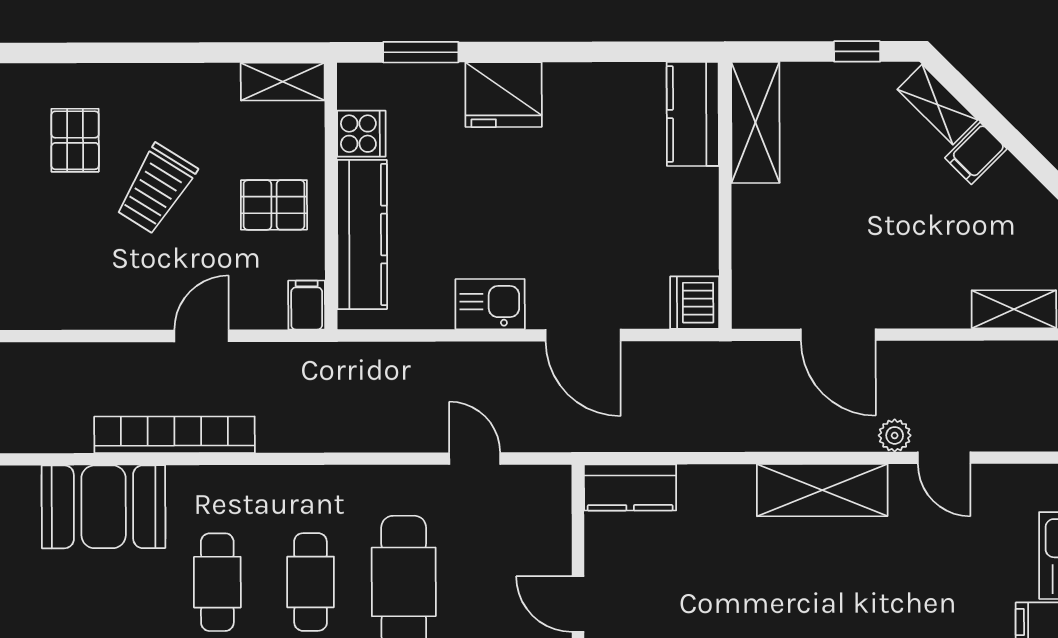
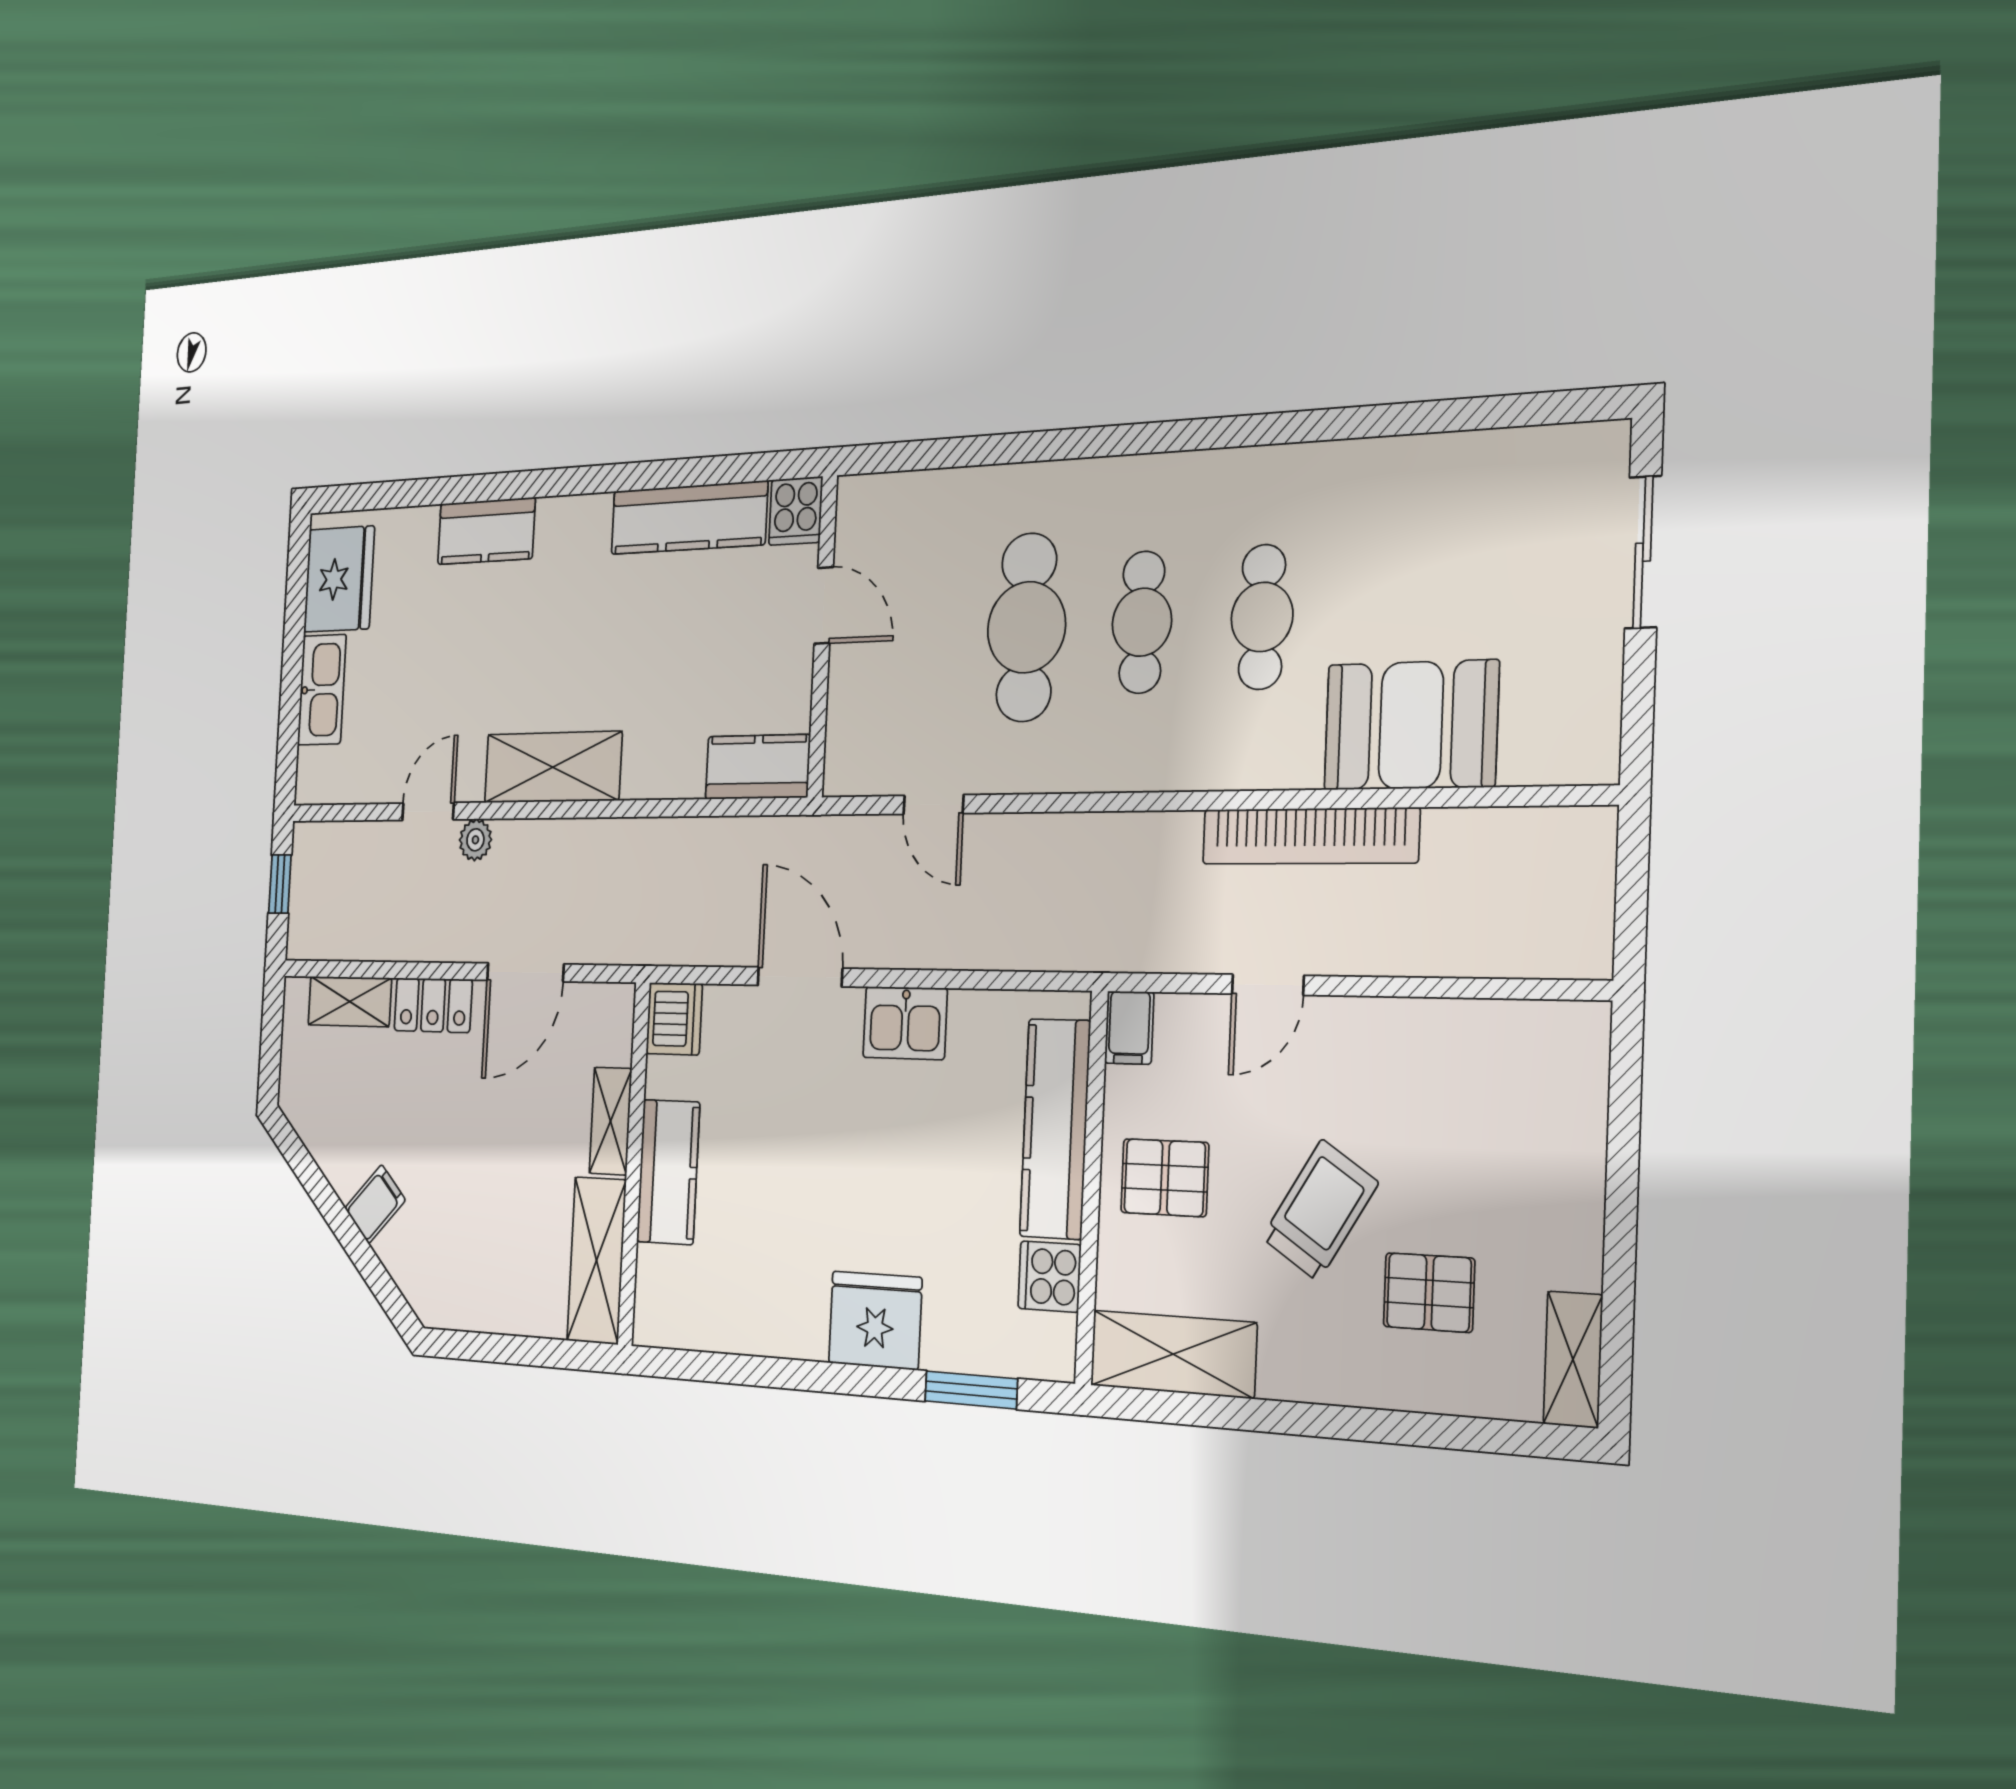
window: (857, 51) -> (486, 1347), removed
shelving: (283, 82) -> (1173, 1354), width x1.50, depth x1.33
shelving: (937, 105) -> (611, 1121), moved, turned 45
kitchen counter: (693, 114) -> (668, 1172), moved
pallet: (75, 140) -> (1429, 1293), turned 90
locker: (928, 308) -> (433, 1005), added
door: (838, 335) -> (525, 972), swing flipped
door: (944, 458) -> (428, 811), hinge flipped

